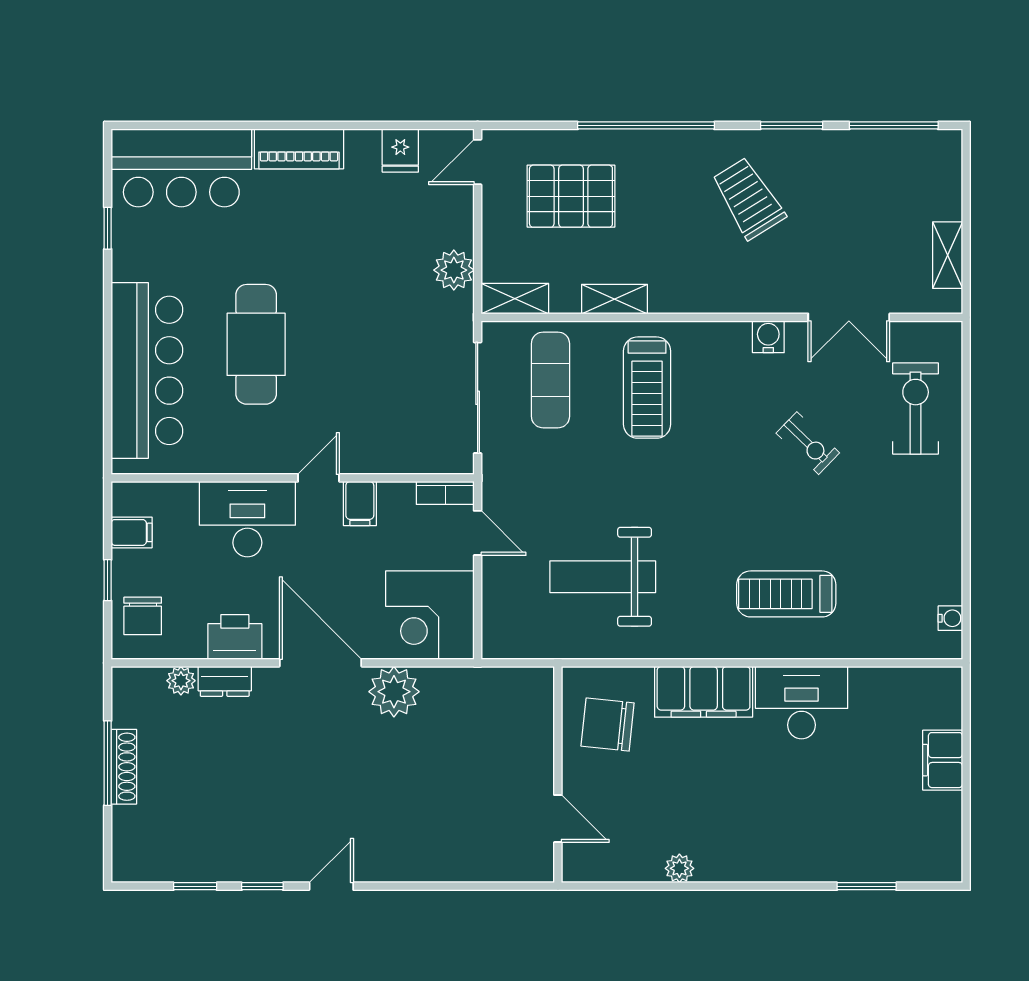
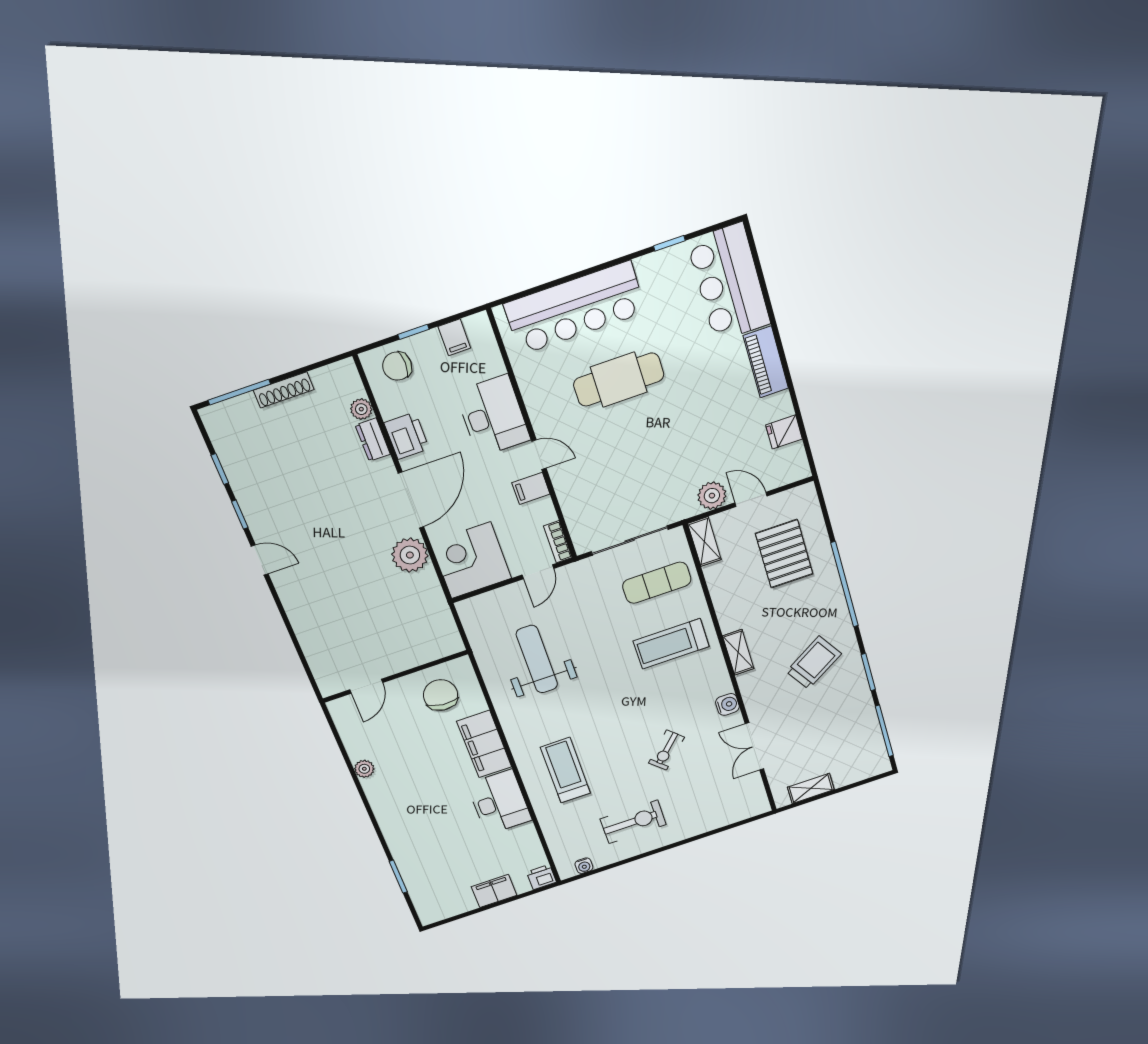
door: (478, 162) -> (751, 499), moved
shelving: (614, 299) -> (738, 652), moved
exercise bike: (916, 408) -> (633, 822), moved
printer: (946, 685) -> (541, 877), added
window: (108, 763) -> (239, 392), moved

